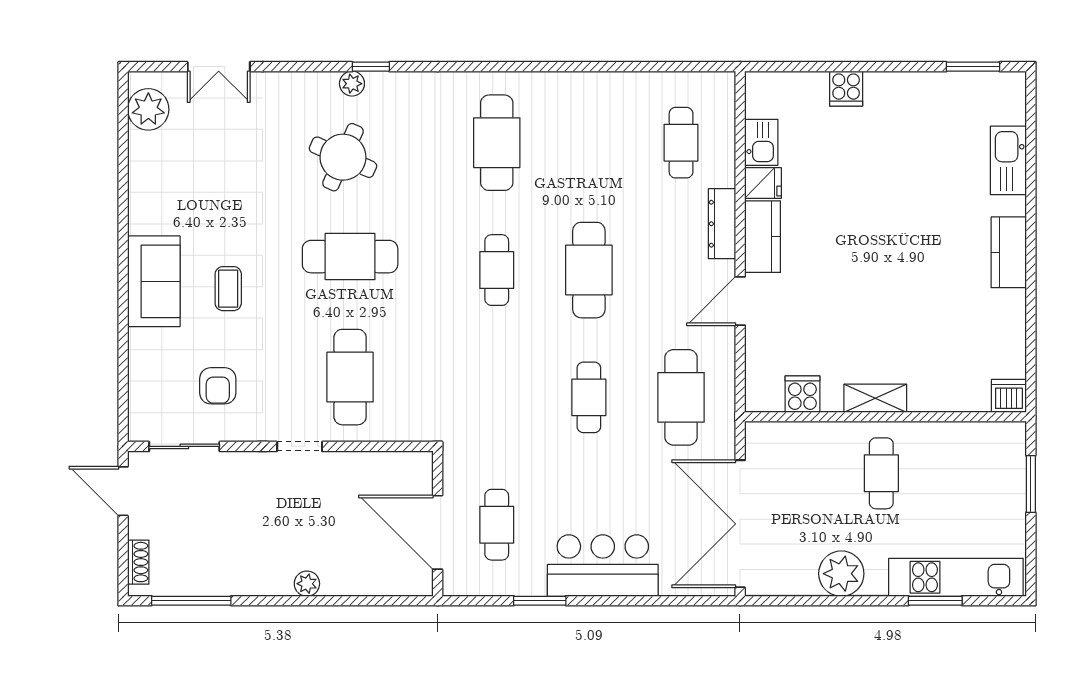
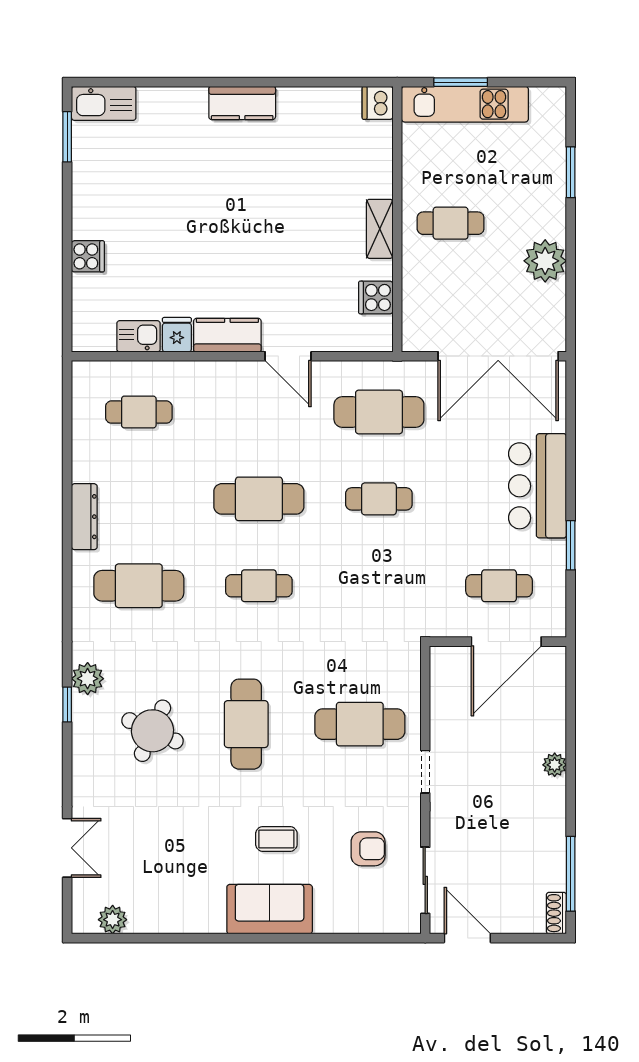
plant: (352, 84) -> (88, 679), moved, width x1.38, depth x1.38
plant: (148, 109) -> (113, 920), width x0.73, depth x0.73
kitchen sink: (1008, 160) -> (104, 103), moved
dresser: (722, 224) -> (84, 517), moved, turned -90
door: (123, 491) -> (467, 938), swing flipped
shoe rack: (138, 562) -> (556, 913), moved, turned -90
kitchen unit: (956, 577) -> (465, 104), moved, turned -90

